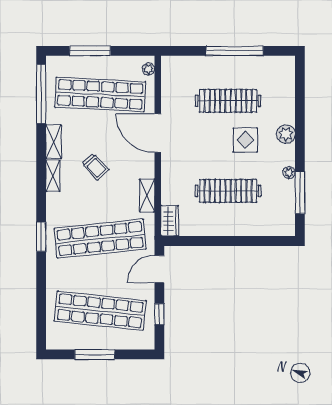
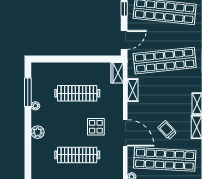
display table: (245, 140) -> (96, 127), moved
trolley: (95, 167) -> (167, 130), moved

